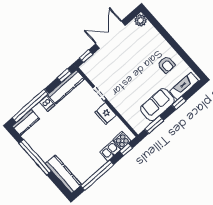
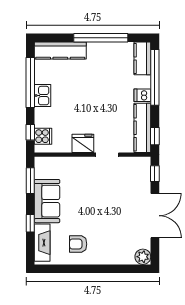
kitchen sink: (110, 151) -> (43, 96), moved

